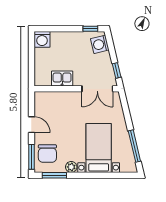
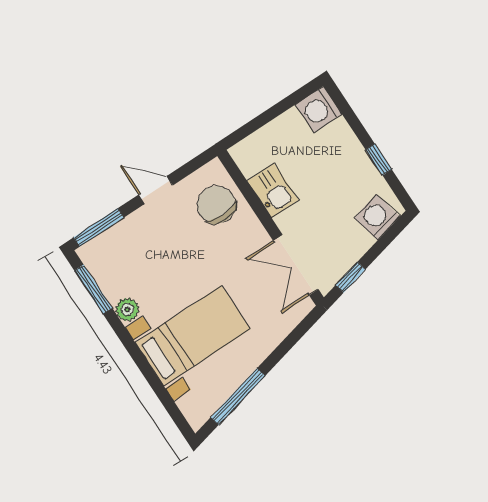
window: (90, 29) -> (379, 160), moved
door: (31, 125) -> (156, 190), swing flipped
chair: (47, 154) -> (216, 205), moved, turned 90

